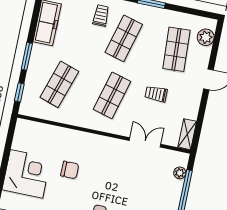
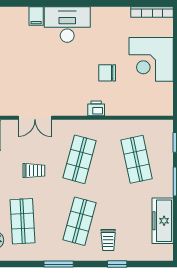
shop shelf: (59, 84) -> (137, 159), turned -30
printer: (87, 139) -> (96, 108), added

